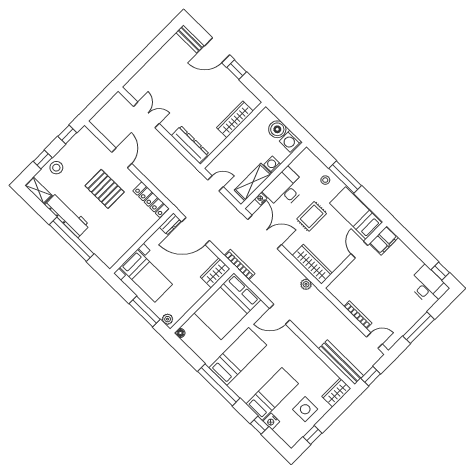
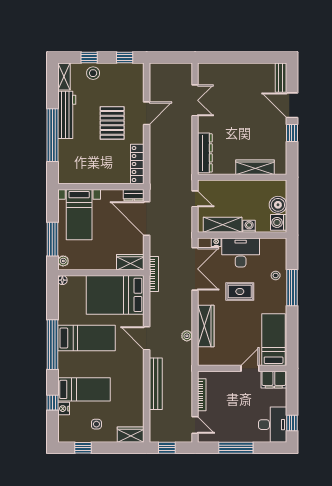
bed: (356, 213) -> (274, 340), moved
filing cabinet: (384, 241) -> (274, 380), moved
door: (359, 250) -> (250, 368), moved
wall: (354, 255) -> (242, 368), moved
bench: (341, 362) -> (156, 384), moved
side table: (305, 409) -> (96, 424), width x0.54, depth x0.54

